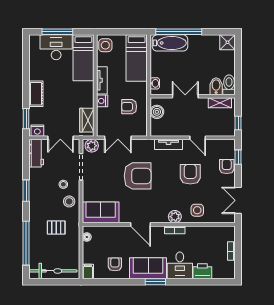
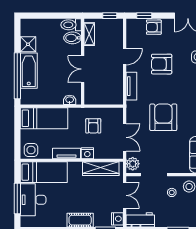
shower: (228, 42) -> (28, 44), moved
bathtub: (170, 43) -> (29, 71), moved
boiler: (157, 112) -> (98, 98), removed
wardrobe: (87, 120) -> (101, 169), width x1.50

